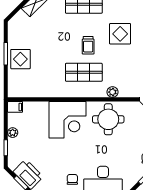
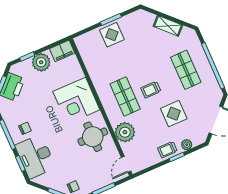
plant: (112, 92) -> (125, 132), width x1.87, depth x1.87
filing cabinet: (15, 107) -> (62, 51), width x2.00
plant: (13, 133) -> (41, 62), width x1.88, depth x1.88

